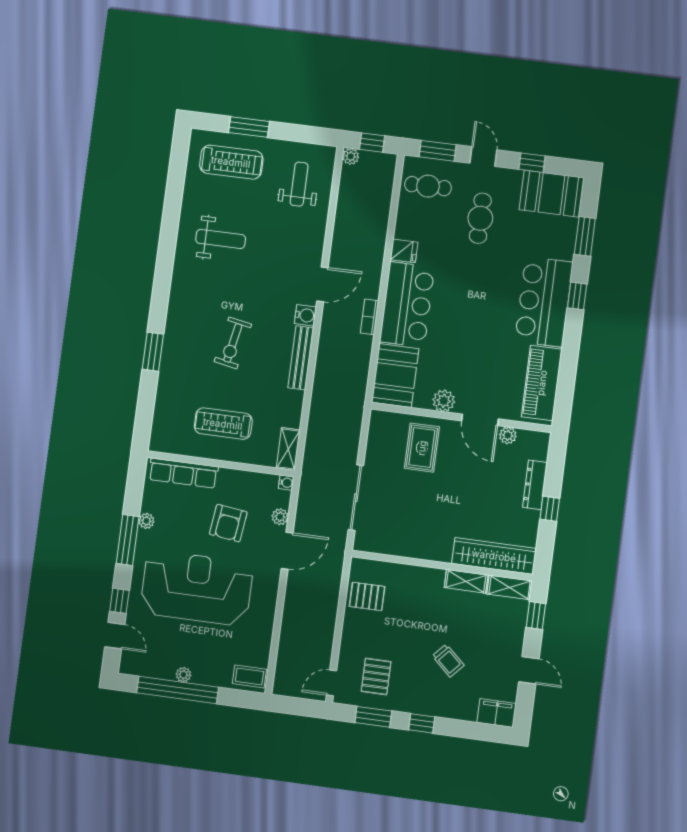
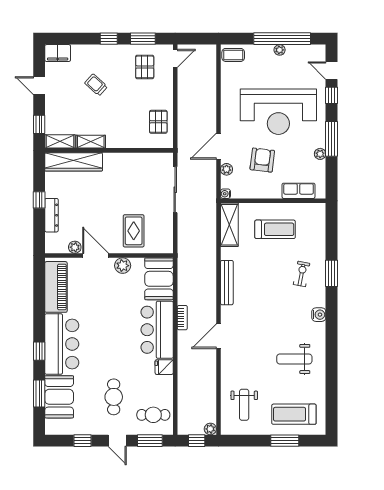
booth: (552, 194) -> (59, 397), moved, turned 90
water cooler: (305, 315) -> (319, 315), moved, turned 180
exercise bike: (233, 343) -> (302, 274), moved, width x0.73, depth x0.72
shelving: (288, 449) -> (229, 225), width x1.50, depth x1.33
row of seats: (183, 473) -> (299, 191), width x0.68
pallet: (367, 596) -> (158, 122), turned 90

